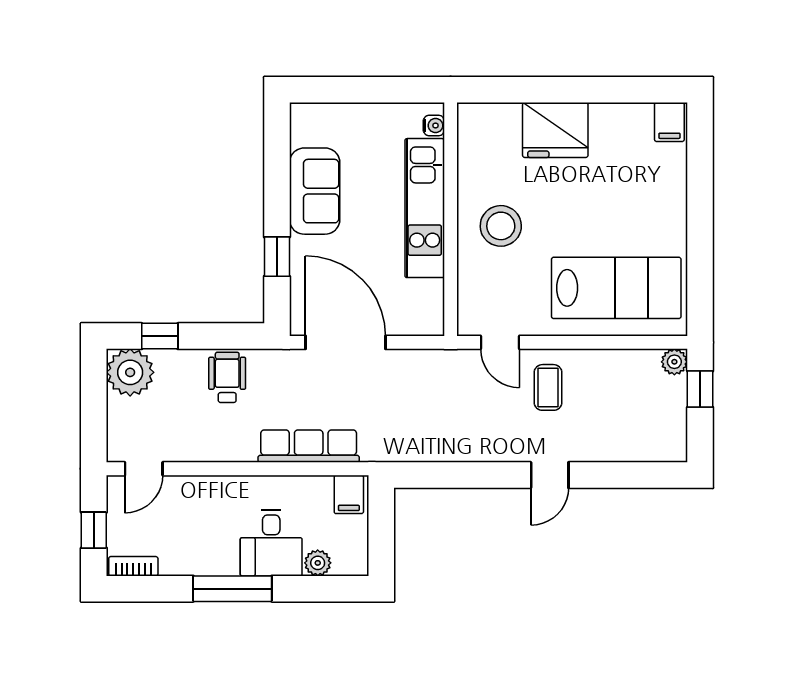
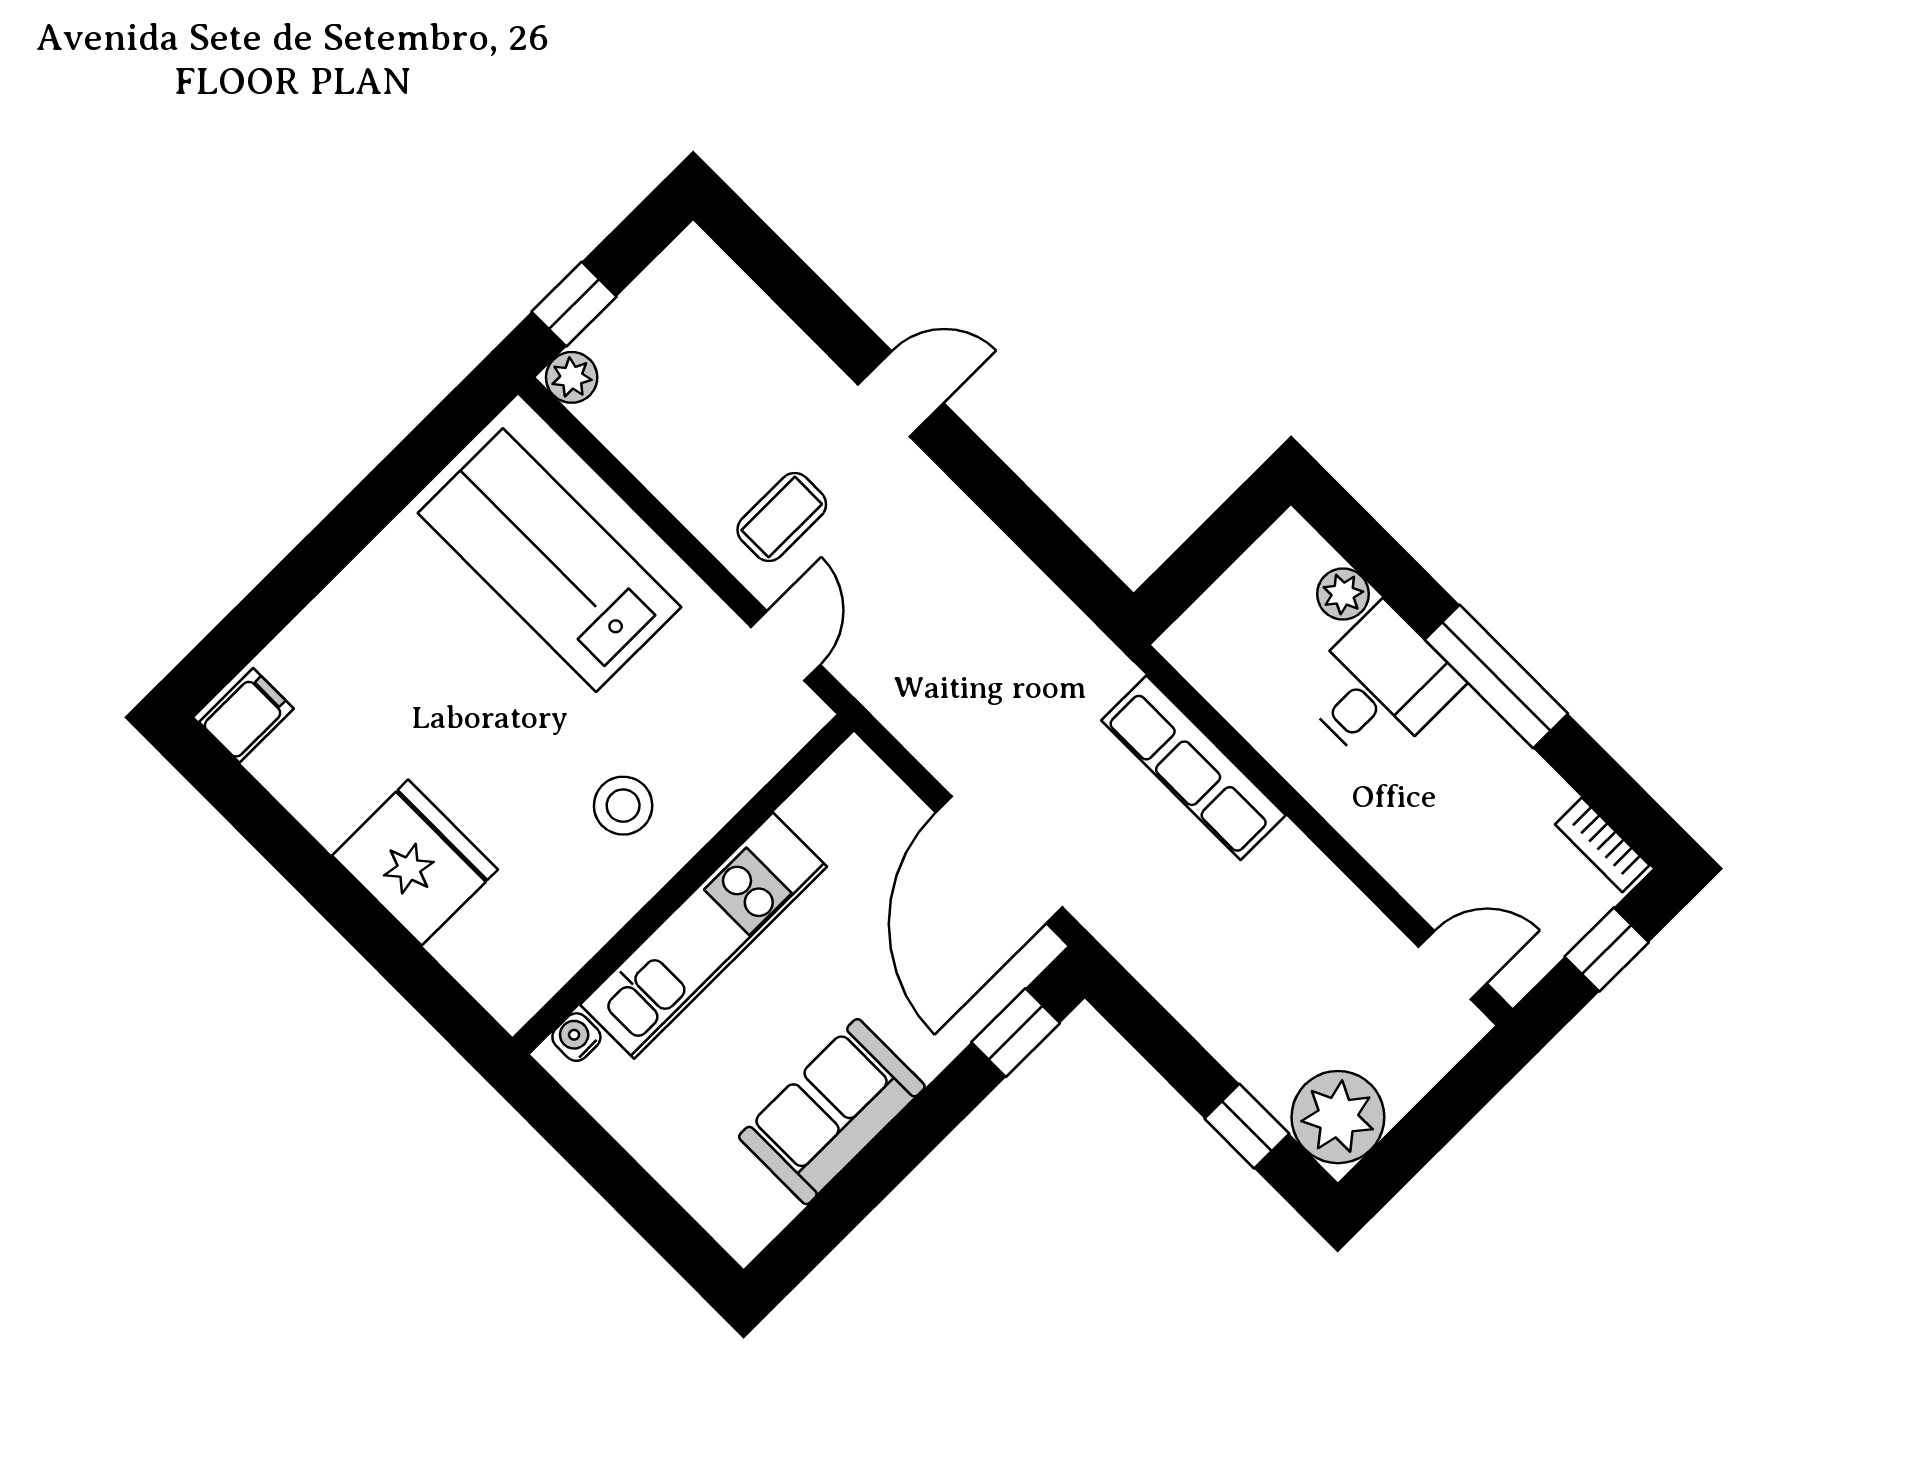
stool: (501, 226) -> (623, 806), width x0.73, depth x0.73
window: (277, 257) -> (1016, 1033), moved
wheelchair: (227, 377) -> (1211, 976), removed
filing cabinet: (349, 494) -> (1205, 645), removed

